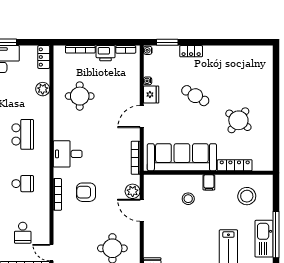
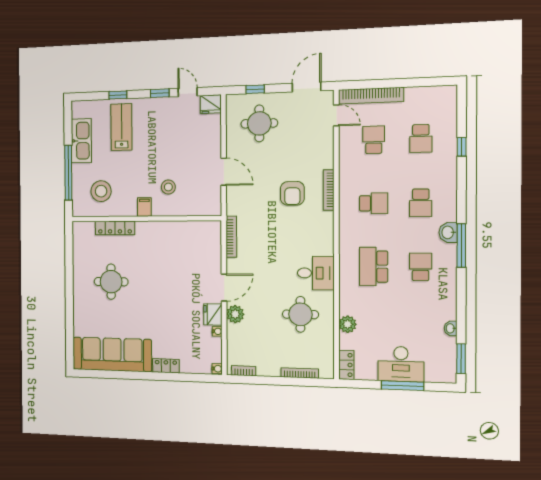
window: (167, 42) -> (194, 378), removed
printer: (106, 53) -> (268, 367), removed
cafe table: (195, 96) -> (161, 312), removed
round table: (238, 120) -> (111, 282), turned -37
desk: (68, 154) -> (316, 273), moved
sofa: (182, 157) -> (112, 354), moved, turned 180
school desk: (23, 184) -> (374, 203), turned 180
plant: (133, 191) -> (235, 314), moved
armchair: (86, 192) -> (292, 193), turned 90
window: (276, 235) -> (68, 173), moved

